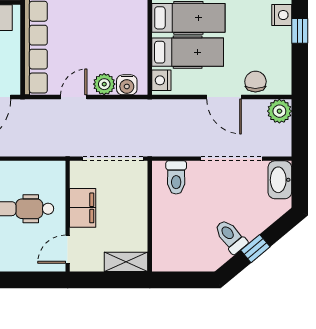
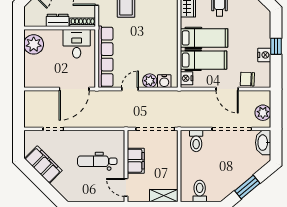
nightstand: (282, 15) -> (264, 55), moved
chair: (255, 82) -> (247, 79), turned -88
plant: (279, 111) -> (263, 113), moved
toilet: (231, 236) -> (200, 191), moved, turned 40
door: (68, 249) -> (126, 187), hinge flipped
window: (255, 249) -> (247, 187), width x1.50

